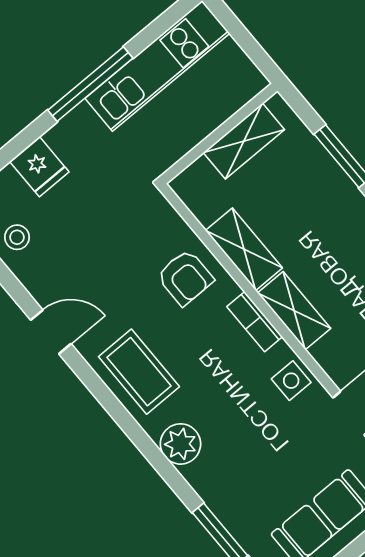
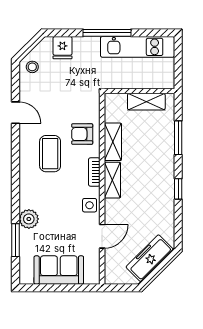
armchair: (185, 278) -> (82, 134), turned 90
coffee table: (139, 372) -> (50, 154), moved
plant: (180, 444) -> (29, 219), moved

